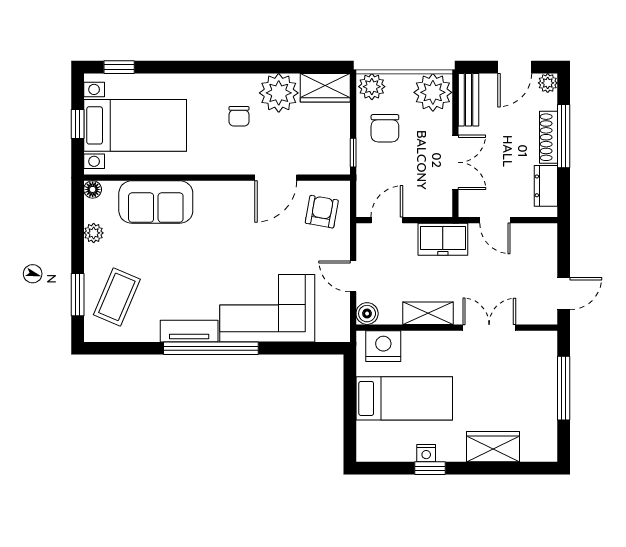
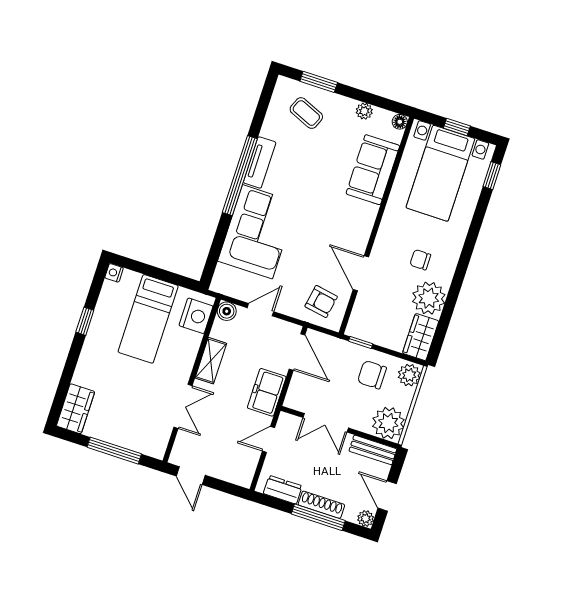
door: (387, 220) -> (297, 352), width x1.38
coffee table: (117, 297) -> (306, 113), width x0.73, depth x0.77
wardrobe: (493, 447) -> (76, 409), moved
nightstand: (426, 453) -> (114, 273), moved

